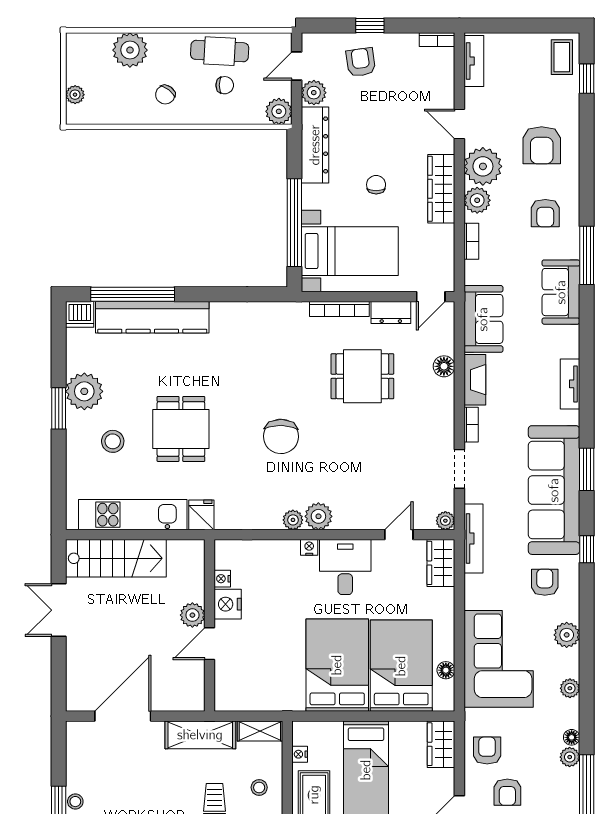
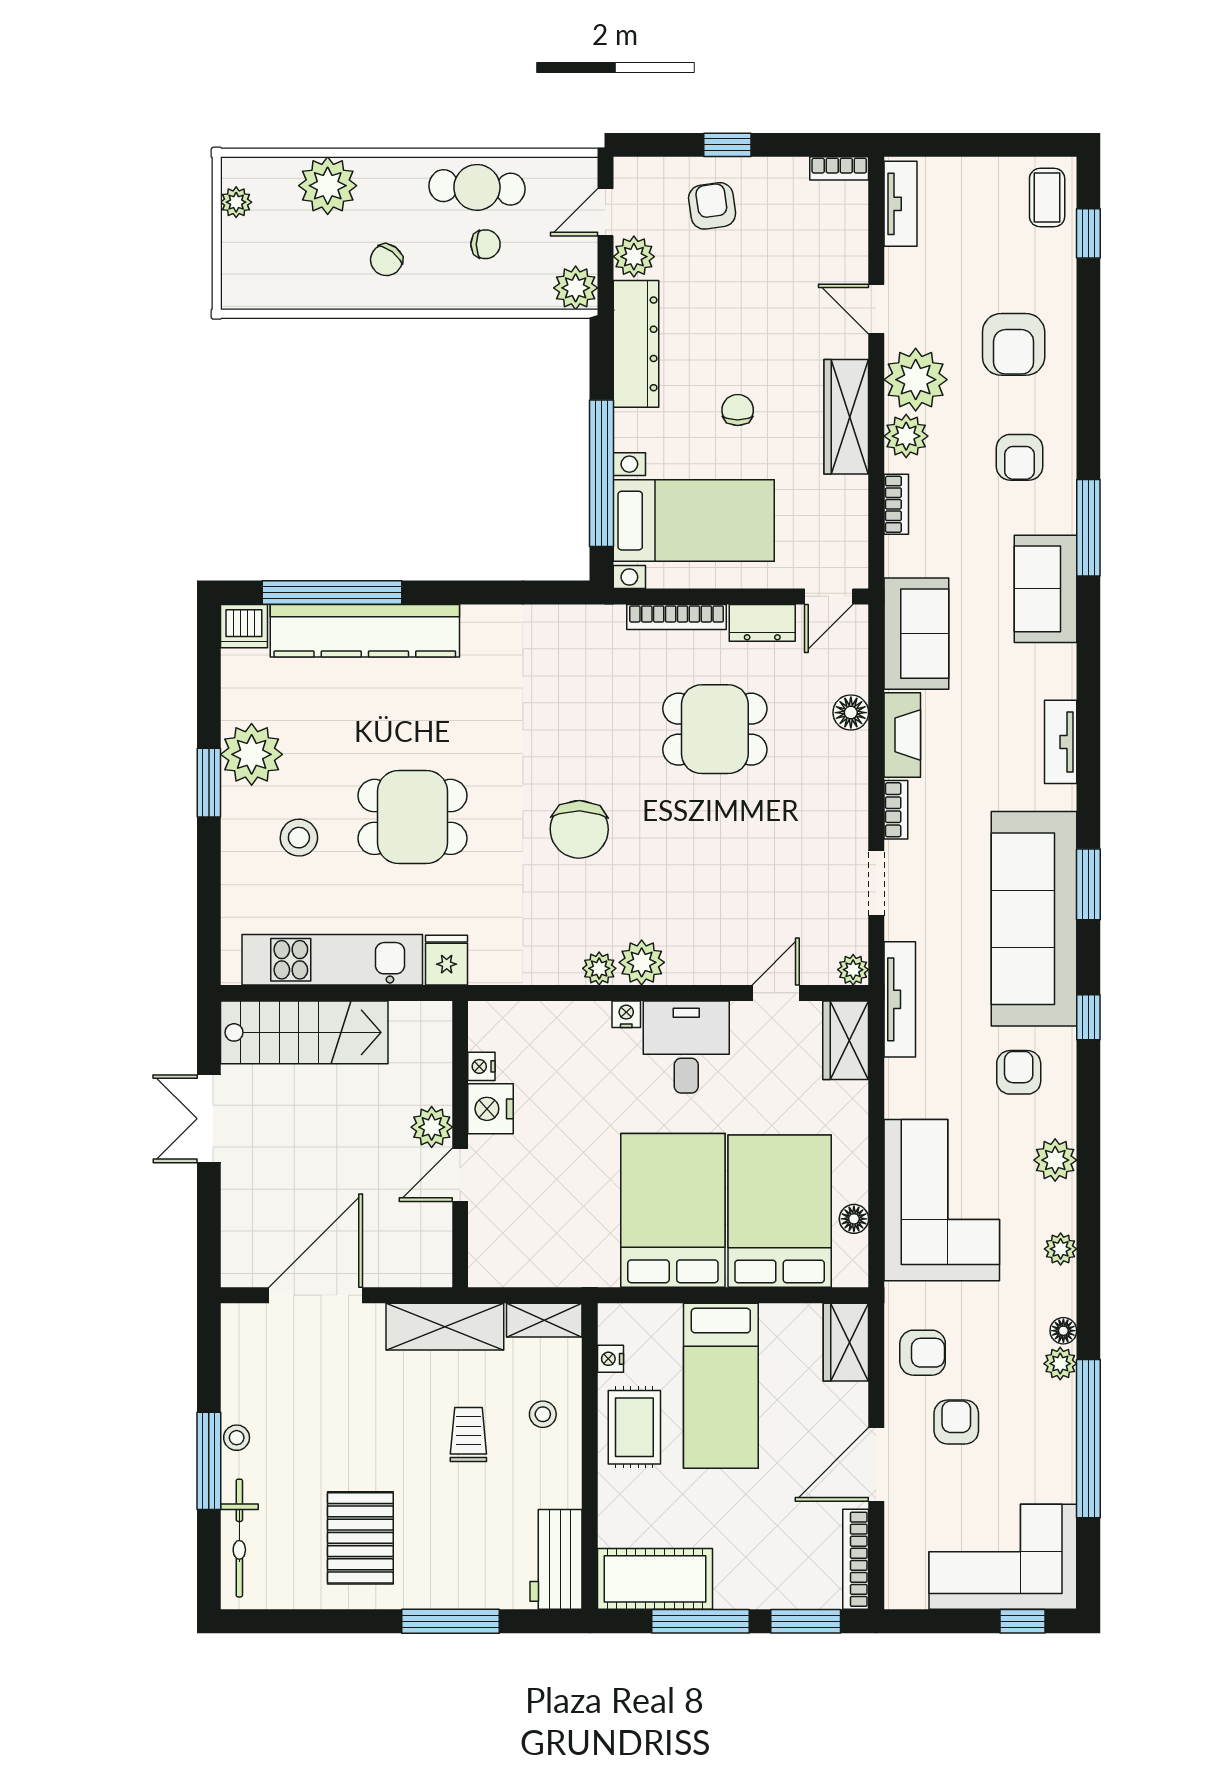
plant: (75, 95) -> (236, 202), moved
dining table: (181, 429) -> (413, 817), turned 90
armchair: (487, 751) -> (923, 1353), turned 90
armchair: (507, 792) -> (956, 1422), turned 180

